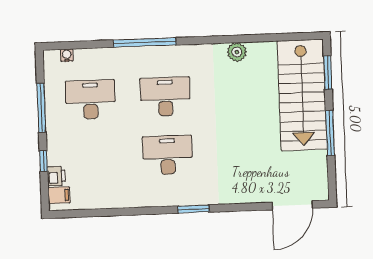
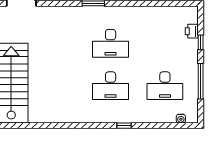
window: (145, 42) -> (124, 126), width x0.32
plant: (237, 52) -> (57, 116), removed
filing cabinet: (59, 195) -> (190, 17), removed

